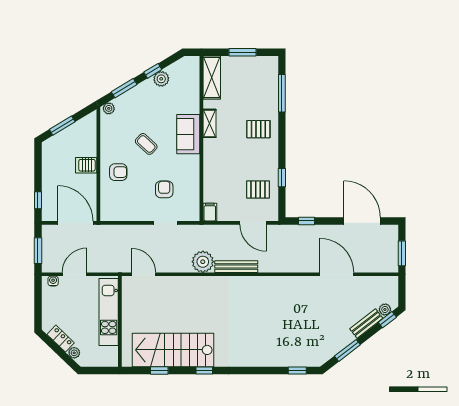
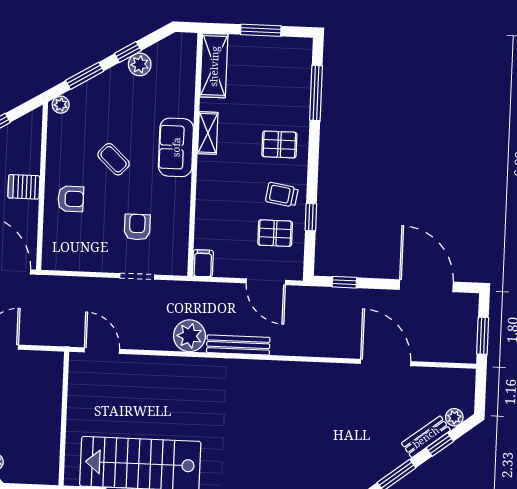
trolley: (261, 163) -> (282, 195), added
kitchen unit: (109, 312) -> (48, 404), removed
window: (387, 320) -> (440, 445), moved

